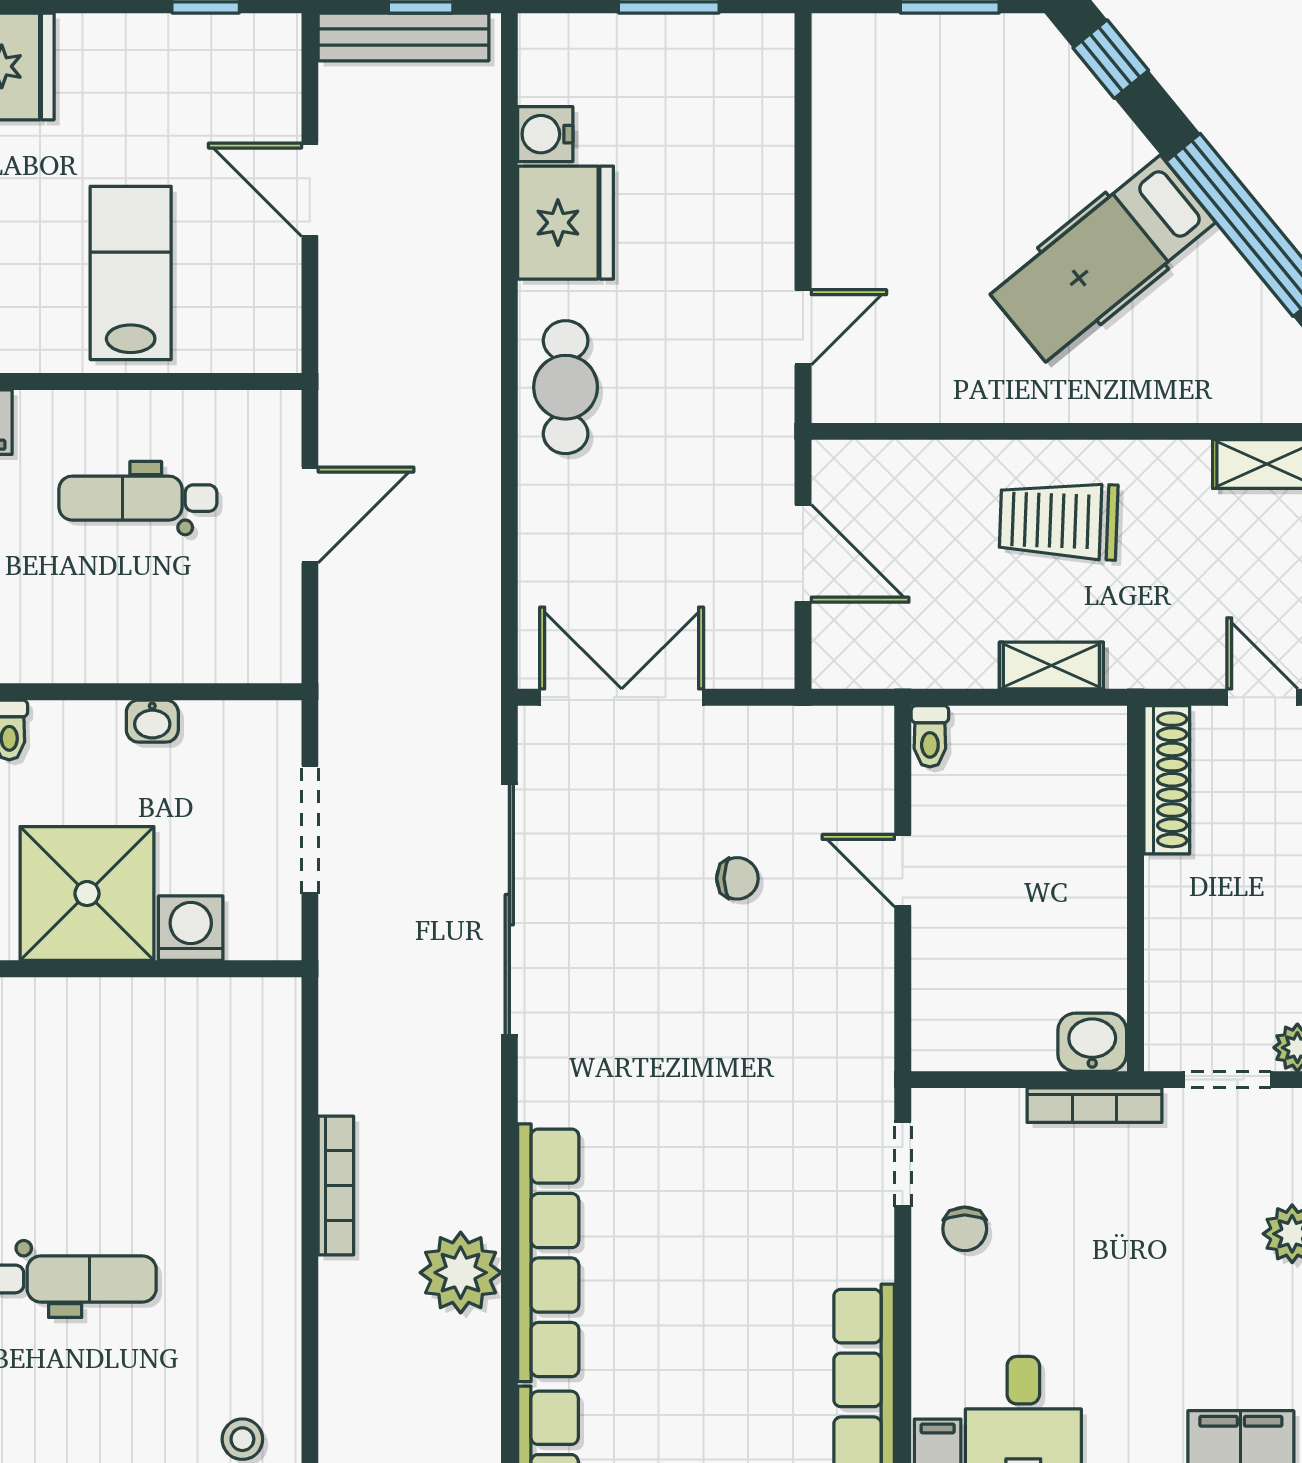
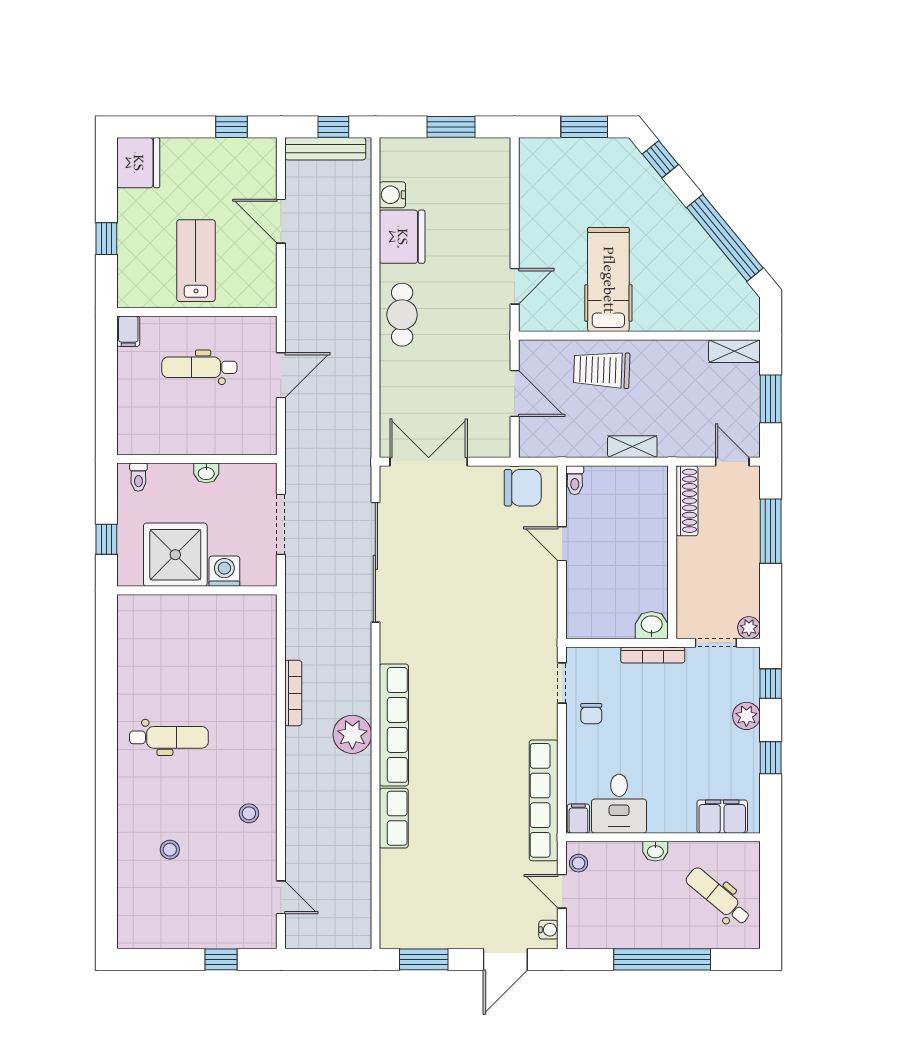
hospital bed: (1103, 258) -> (608, 280), moved, turned 129
trolley: (1059, 521) -> (602, 370), moved
chair: (737, 878) -> (523, 488), moved, width x1.87, depth x1.87

